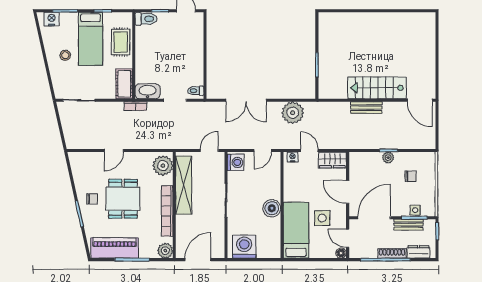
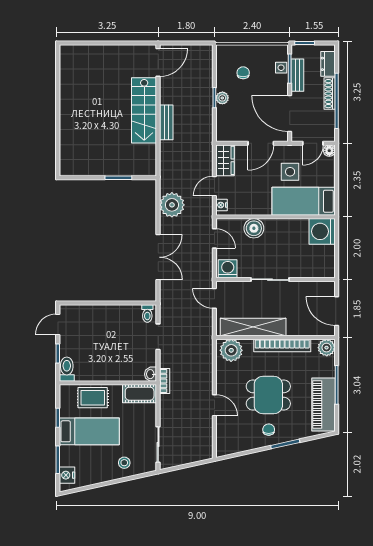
stool: (65, 55) -> (124, 463), moved
washbasin: (148, 91) -> (151, 374), width x0.52, depth x0.69
boiler: (272, 208) -> (254, 228), moved
washing machine: (244, 247) -> (322, 231), moved

